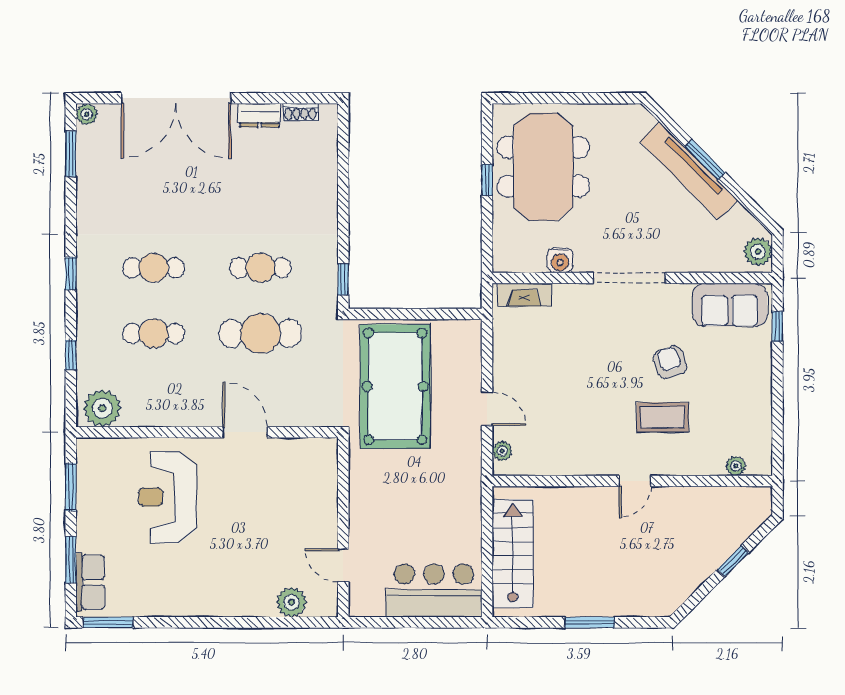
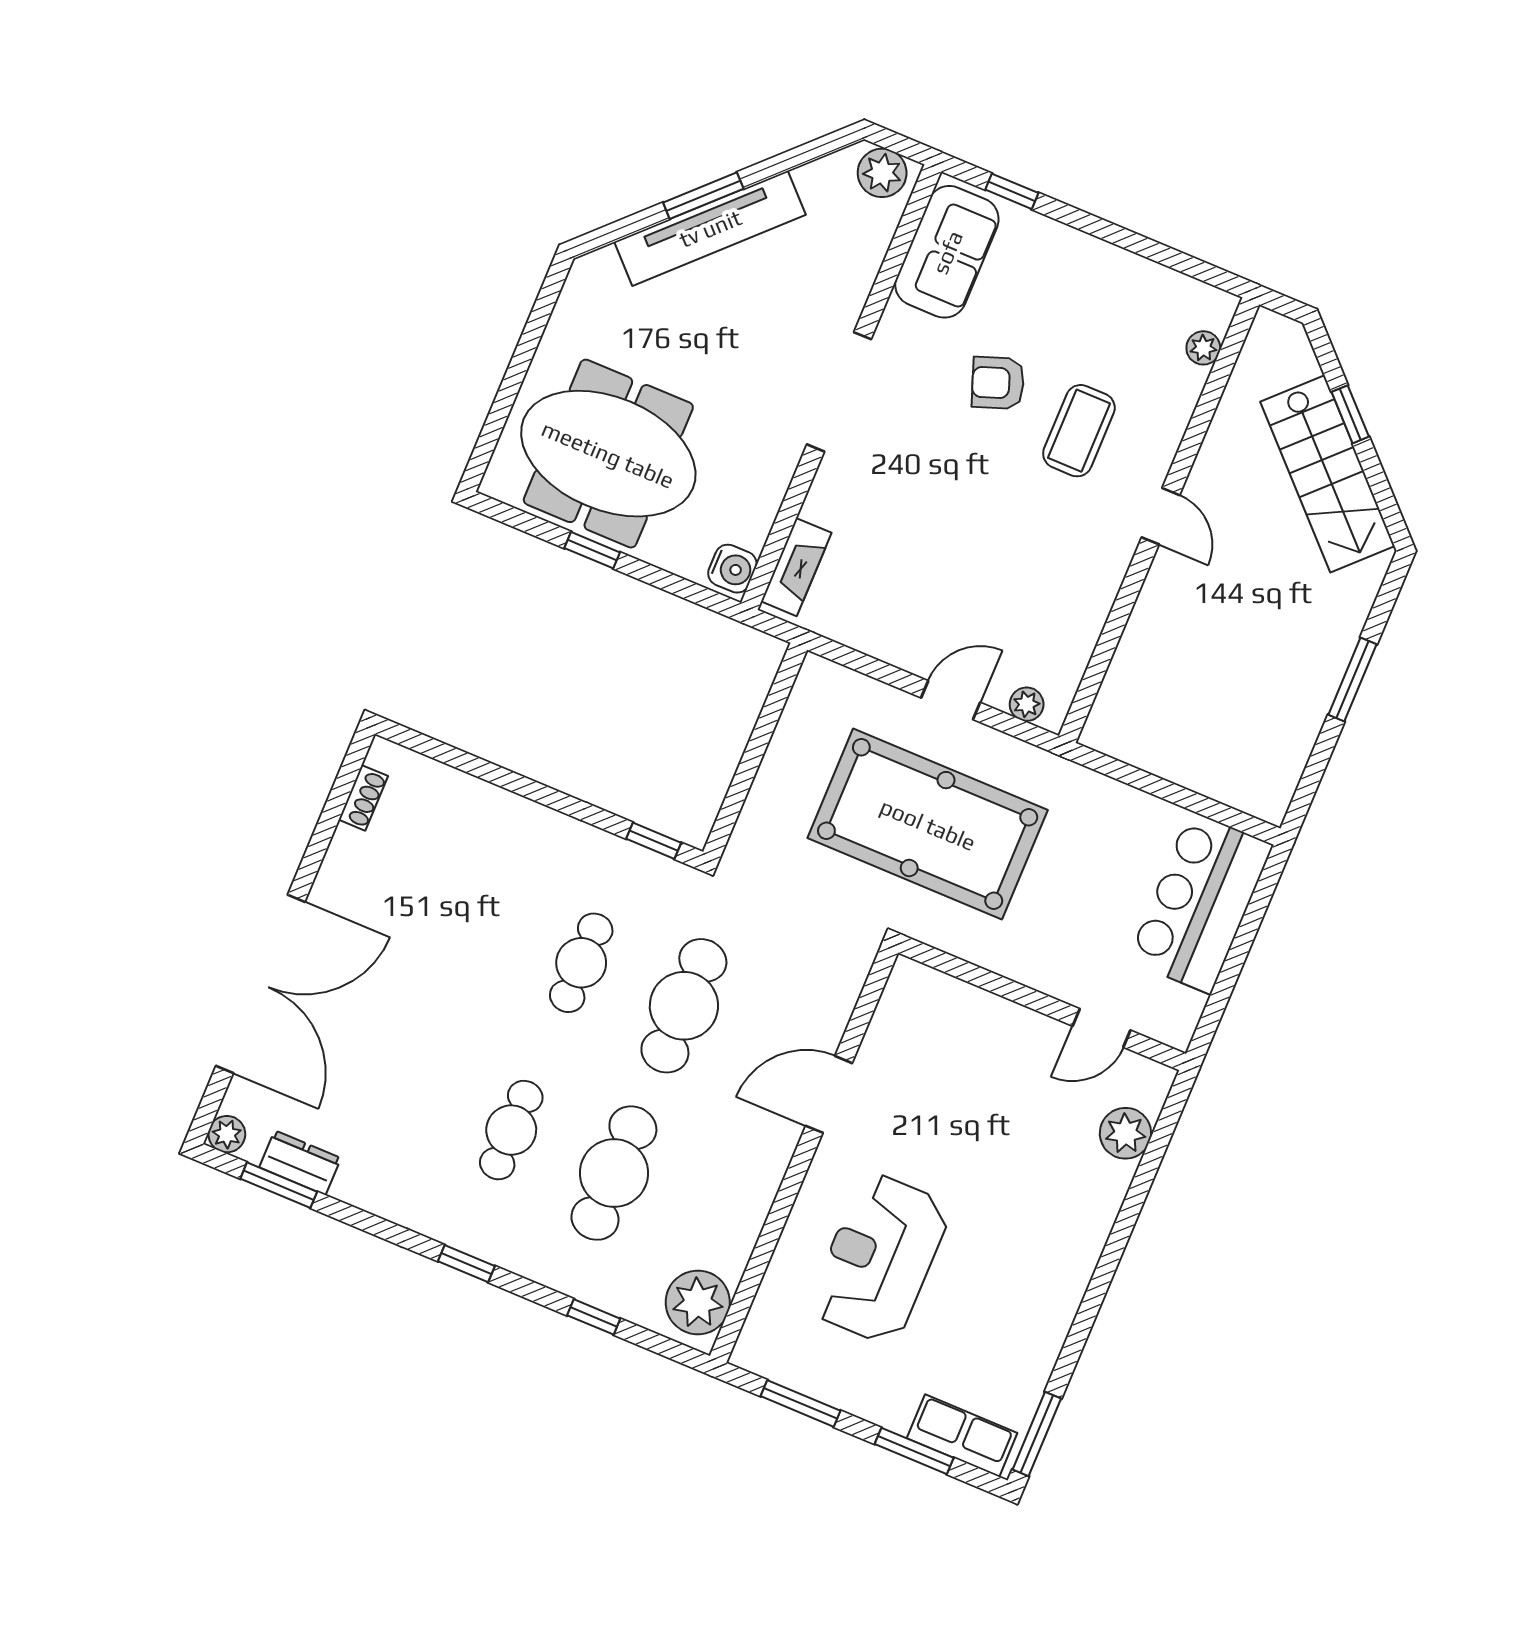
dresser: (260, 115) -> (300, 1163), moved, turned -90
water cooler: (560, 260) -> (732, 569), moved
cafe table: (154, 333) -> (614, 1173), width x1.37, depth x1.35
pool table: (395, 386) -> (928, 824), moved
reception desk: (168, 497) -> (880, 1258), turned 90
stairs: (513, 553) -> (1327, 474), moved, turned -135

